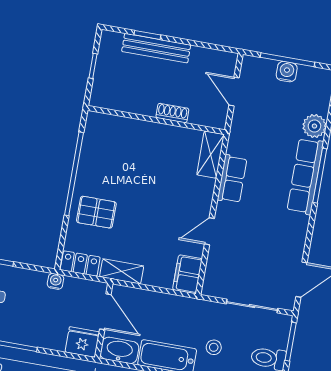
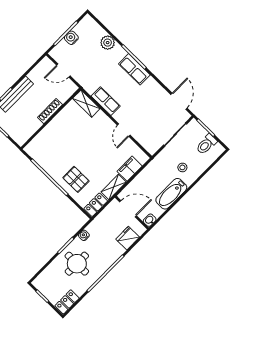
shoe rack: (172, 113) -> (50, 111), width x1.43
row of seats: (305, 176) -> (134, 69), width x0.68
pallet: (96, 212) -> (76, 179), turned 90
filing cabinet: (187, 274) -> (130, 169), moved, turned 90
water cooler: (55, 281) -> (84, 235), moved
fridge: (82, 342) -> (128, 238), moved
washbasin: (119, 350) -> (150, 220), width x0.52, depth x0.69

